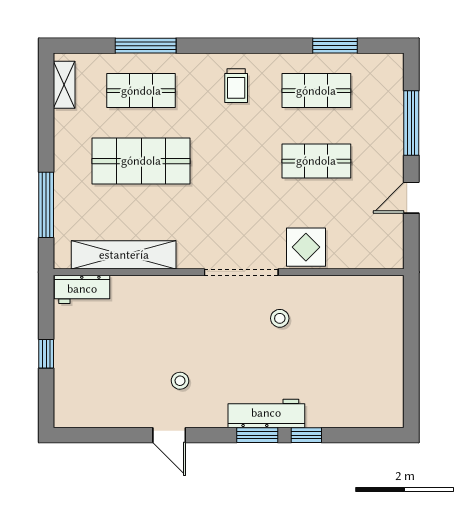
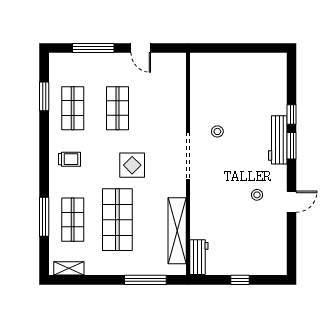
display table: (306, 247) -> (132, 165), moved

